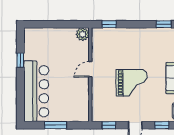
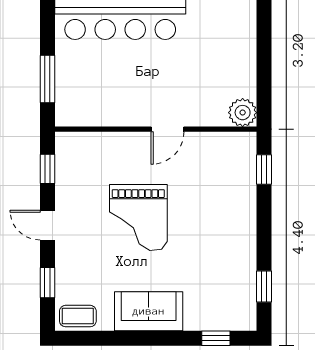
door: (90, 69) -> (167, 129), swing flipped
window: (56, 125) -> (47, 79), moved

